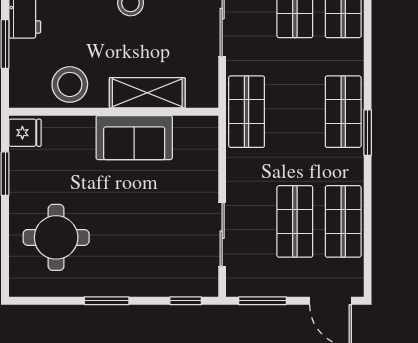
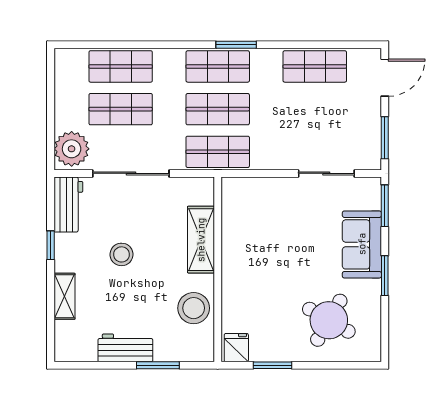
sofa: (134, 138) -> (362, 244), moved, turned 180
shop shelf: (295, 221) -> (218, 109), moved
round table: (56, 237) -> (329, 320), turned 30
window: (186, 301) -> (385, 206), width x1.50

